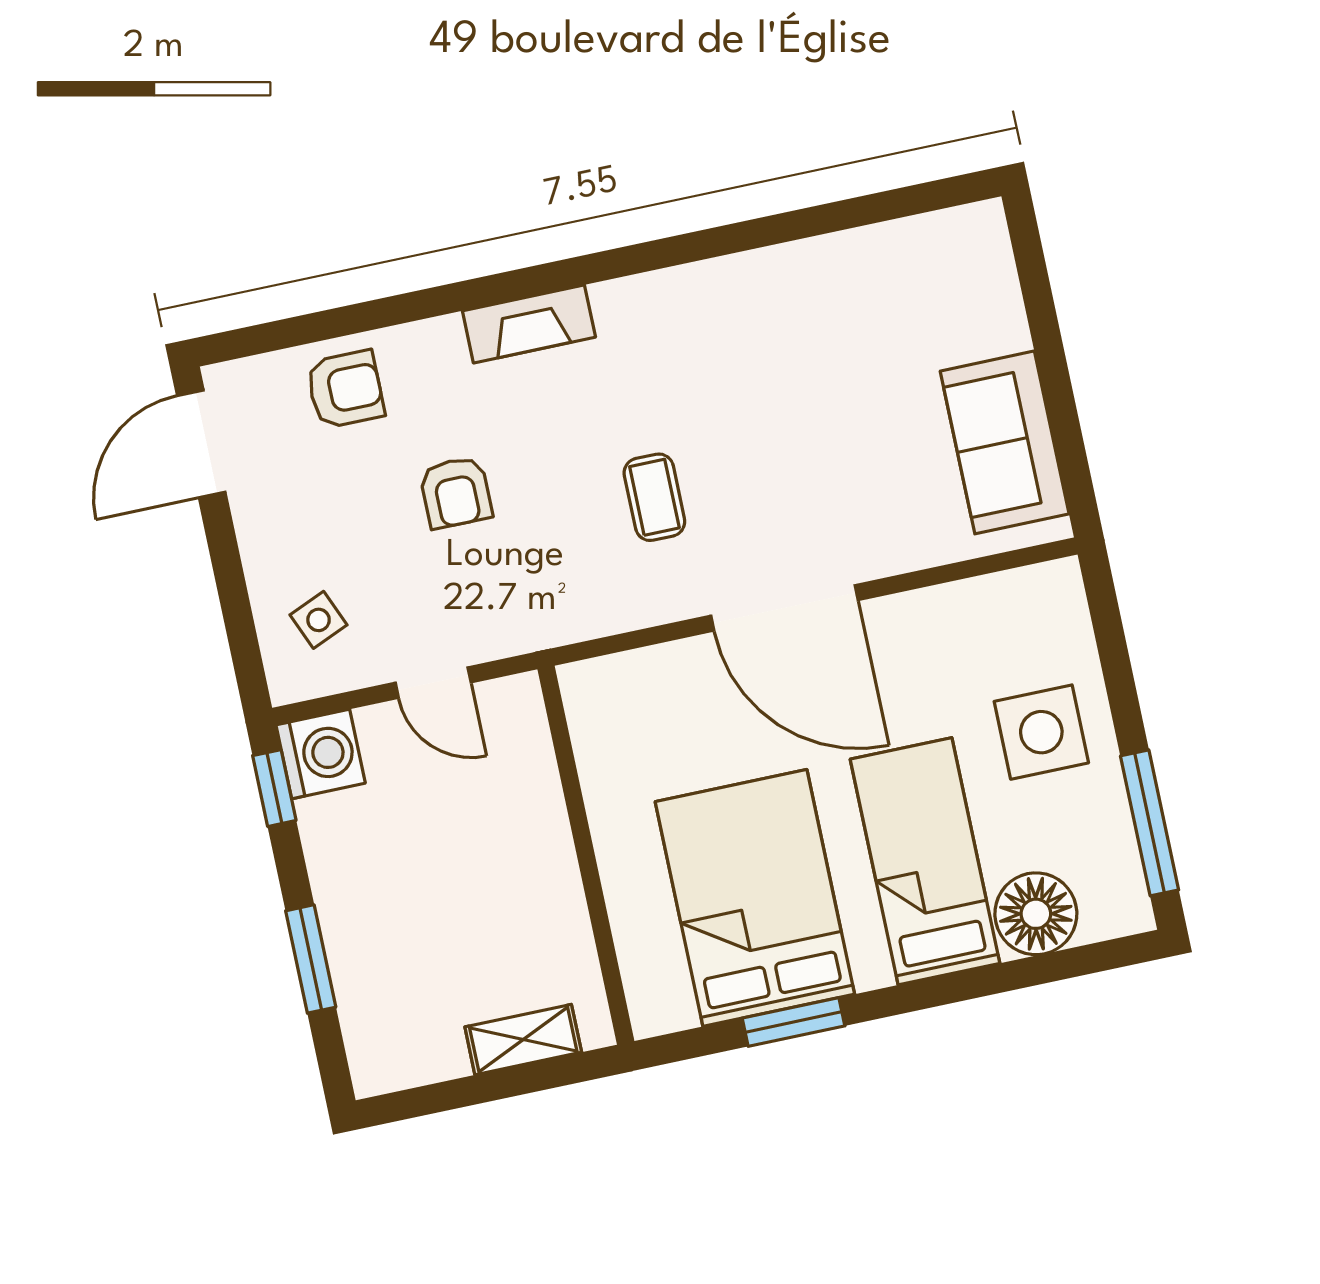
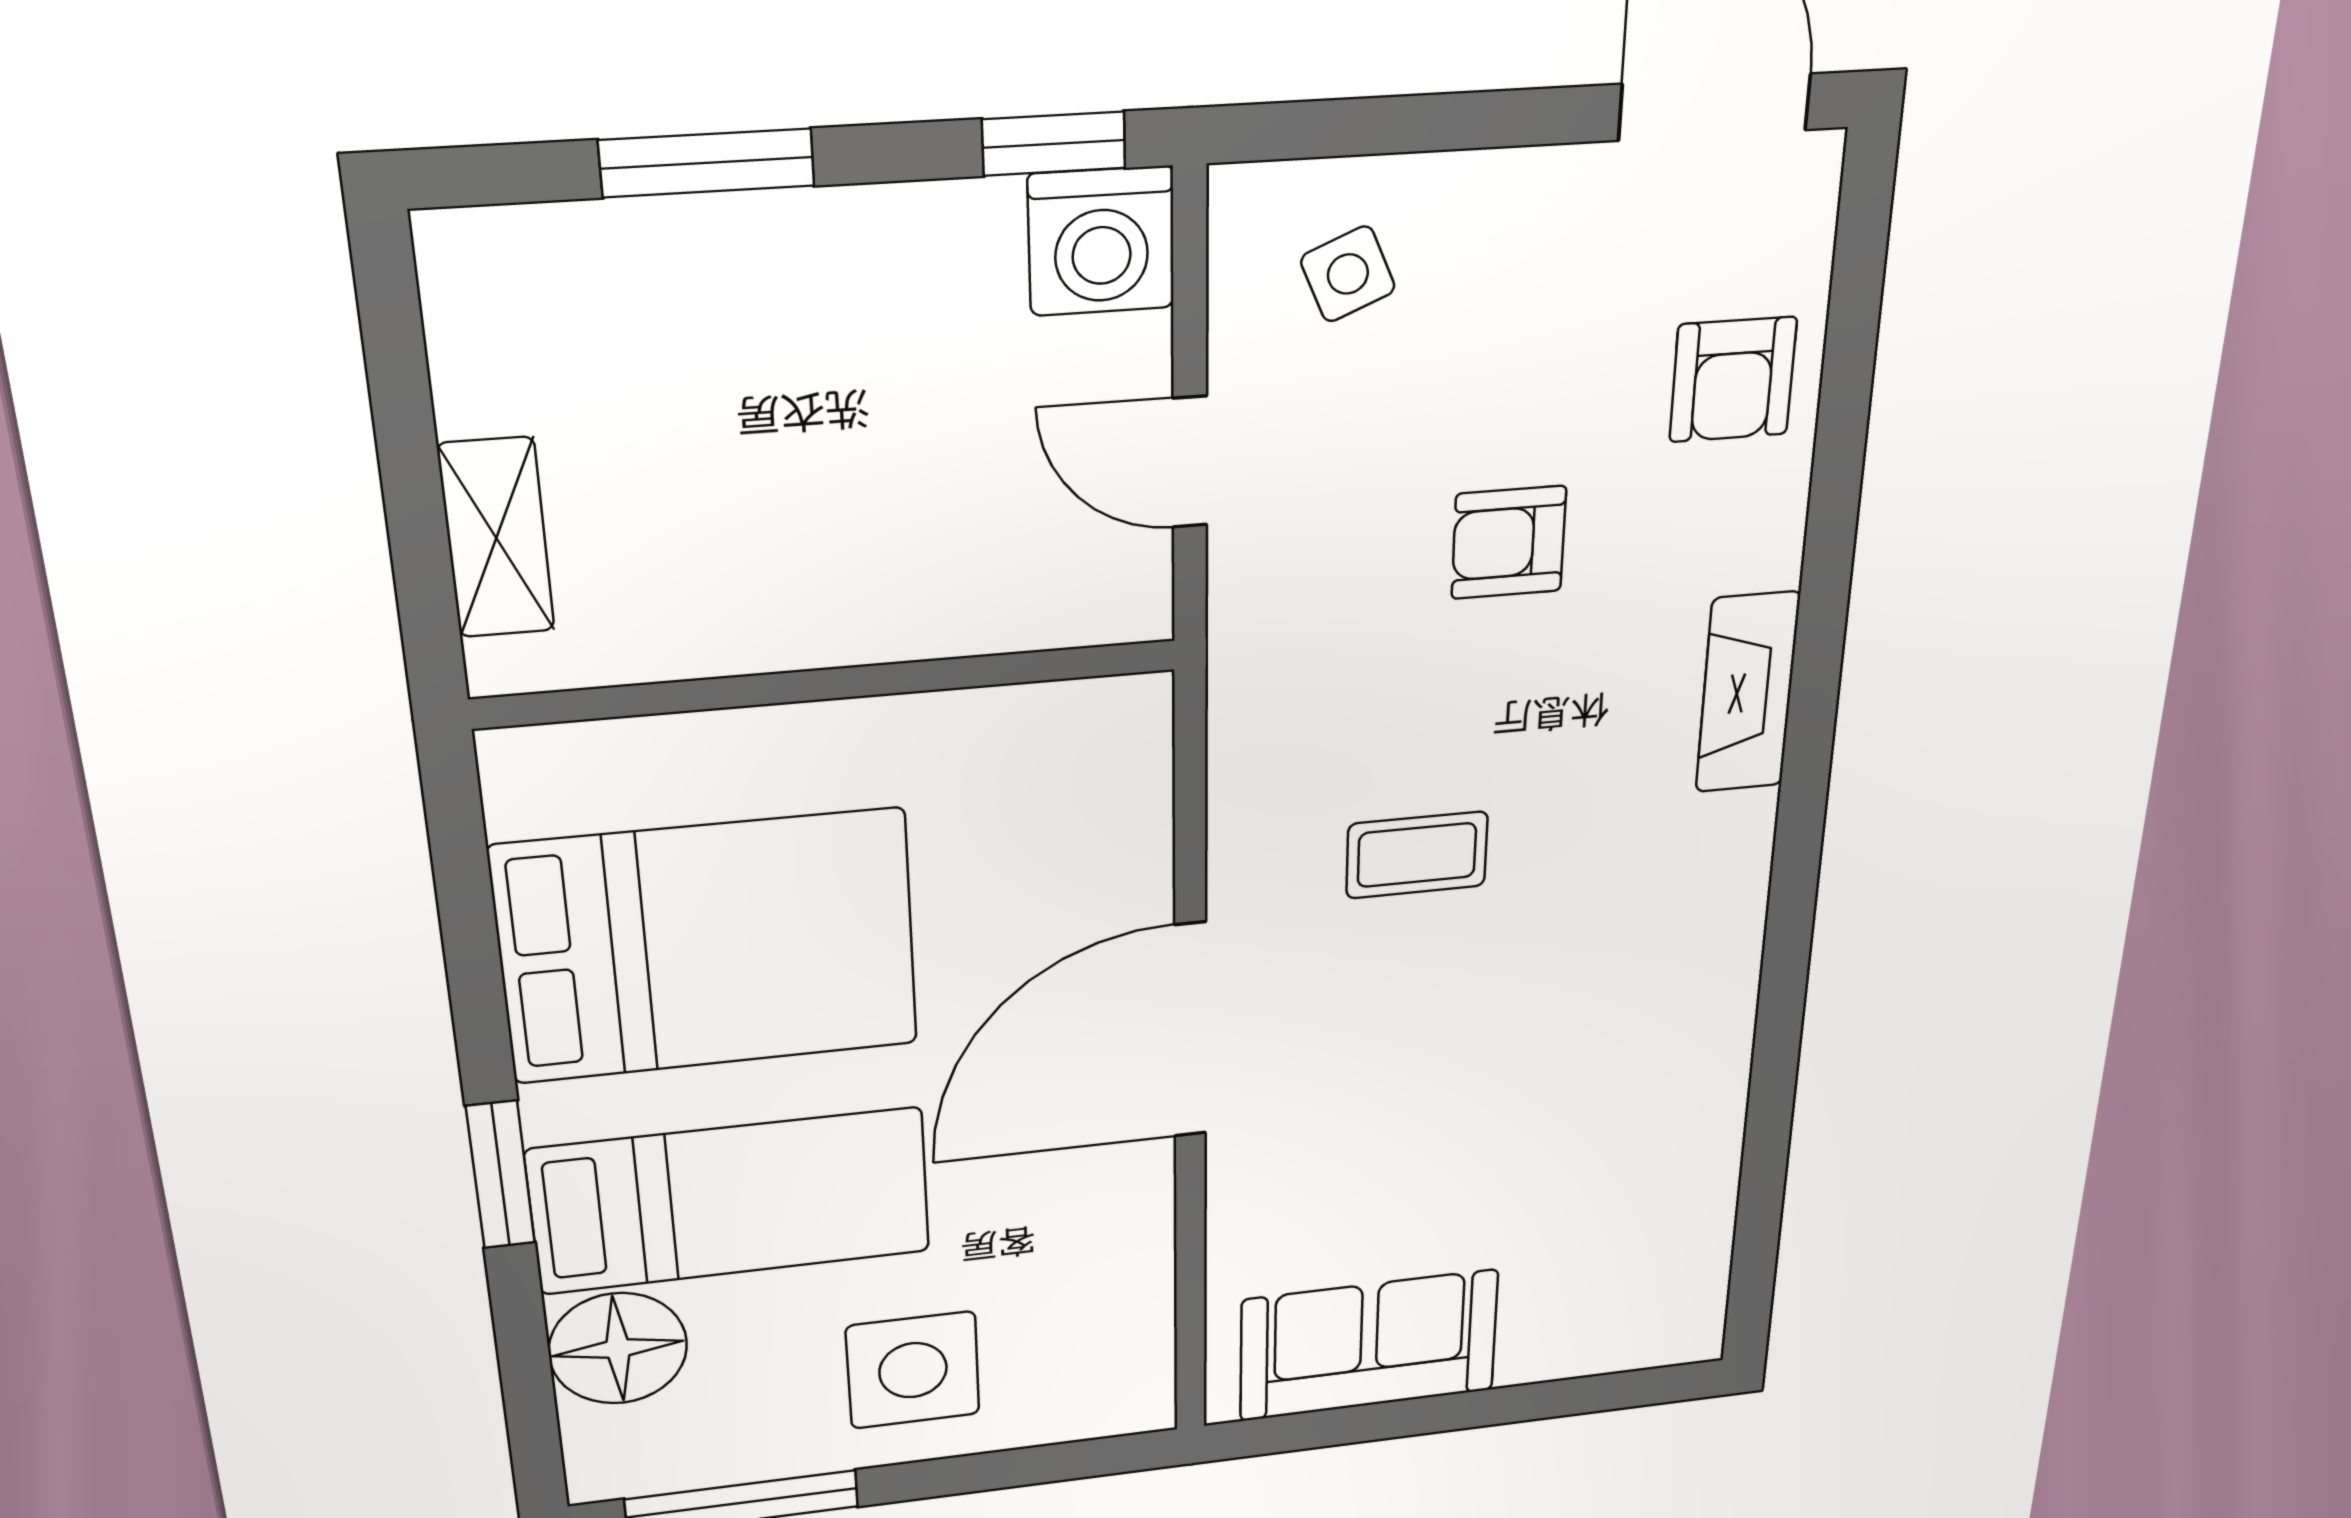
door: (433, 683) -> (1190, 462), hinge flipped
window: (794, 1022) -> (501, 1175), moved

